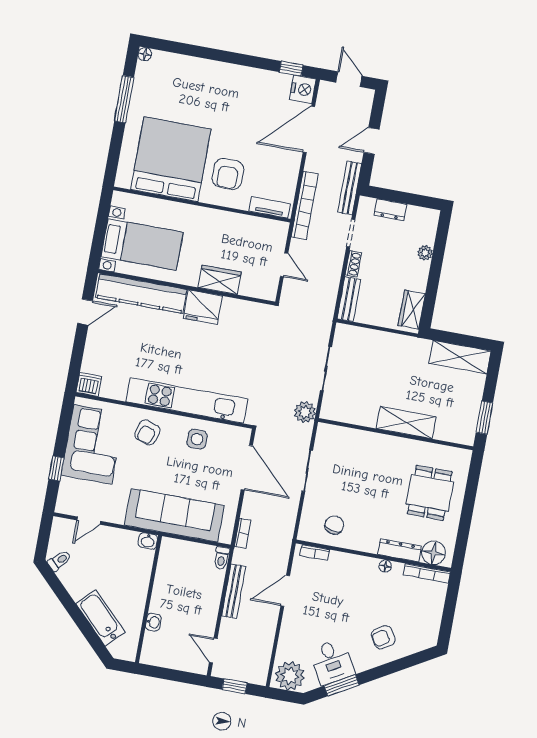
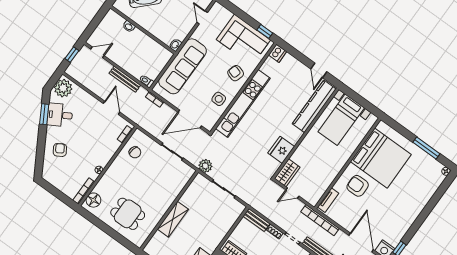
wardrobe: (220, 280) -> (287, 173), moved
fridge: (203, 307) -> (281, 150), moved
window: (56, 468) -> (265, 31), moved
dresser: (399, 550) -> (104, 182), removed

